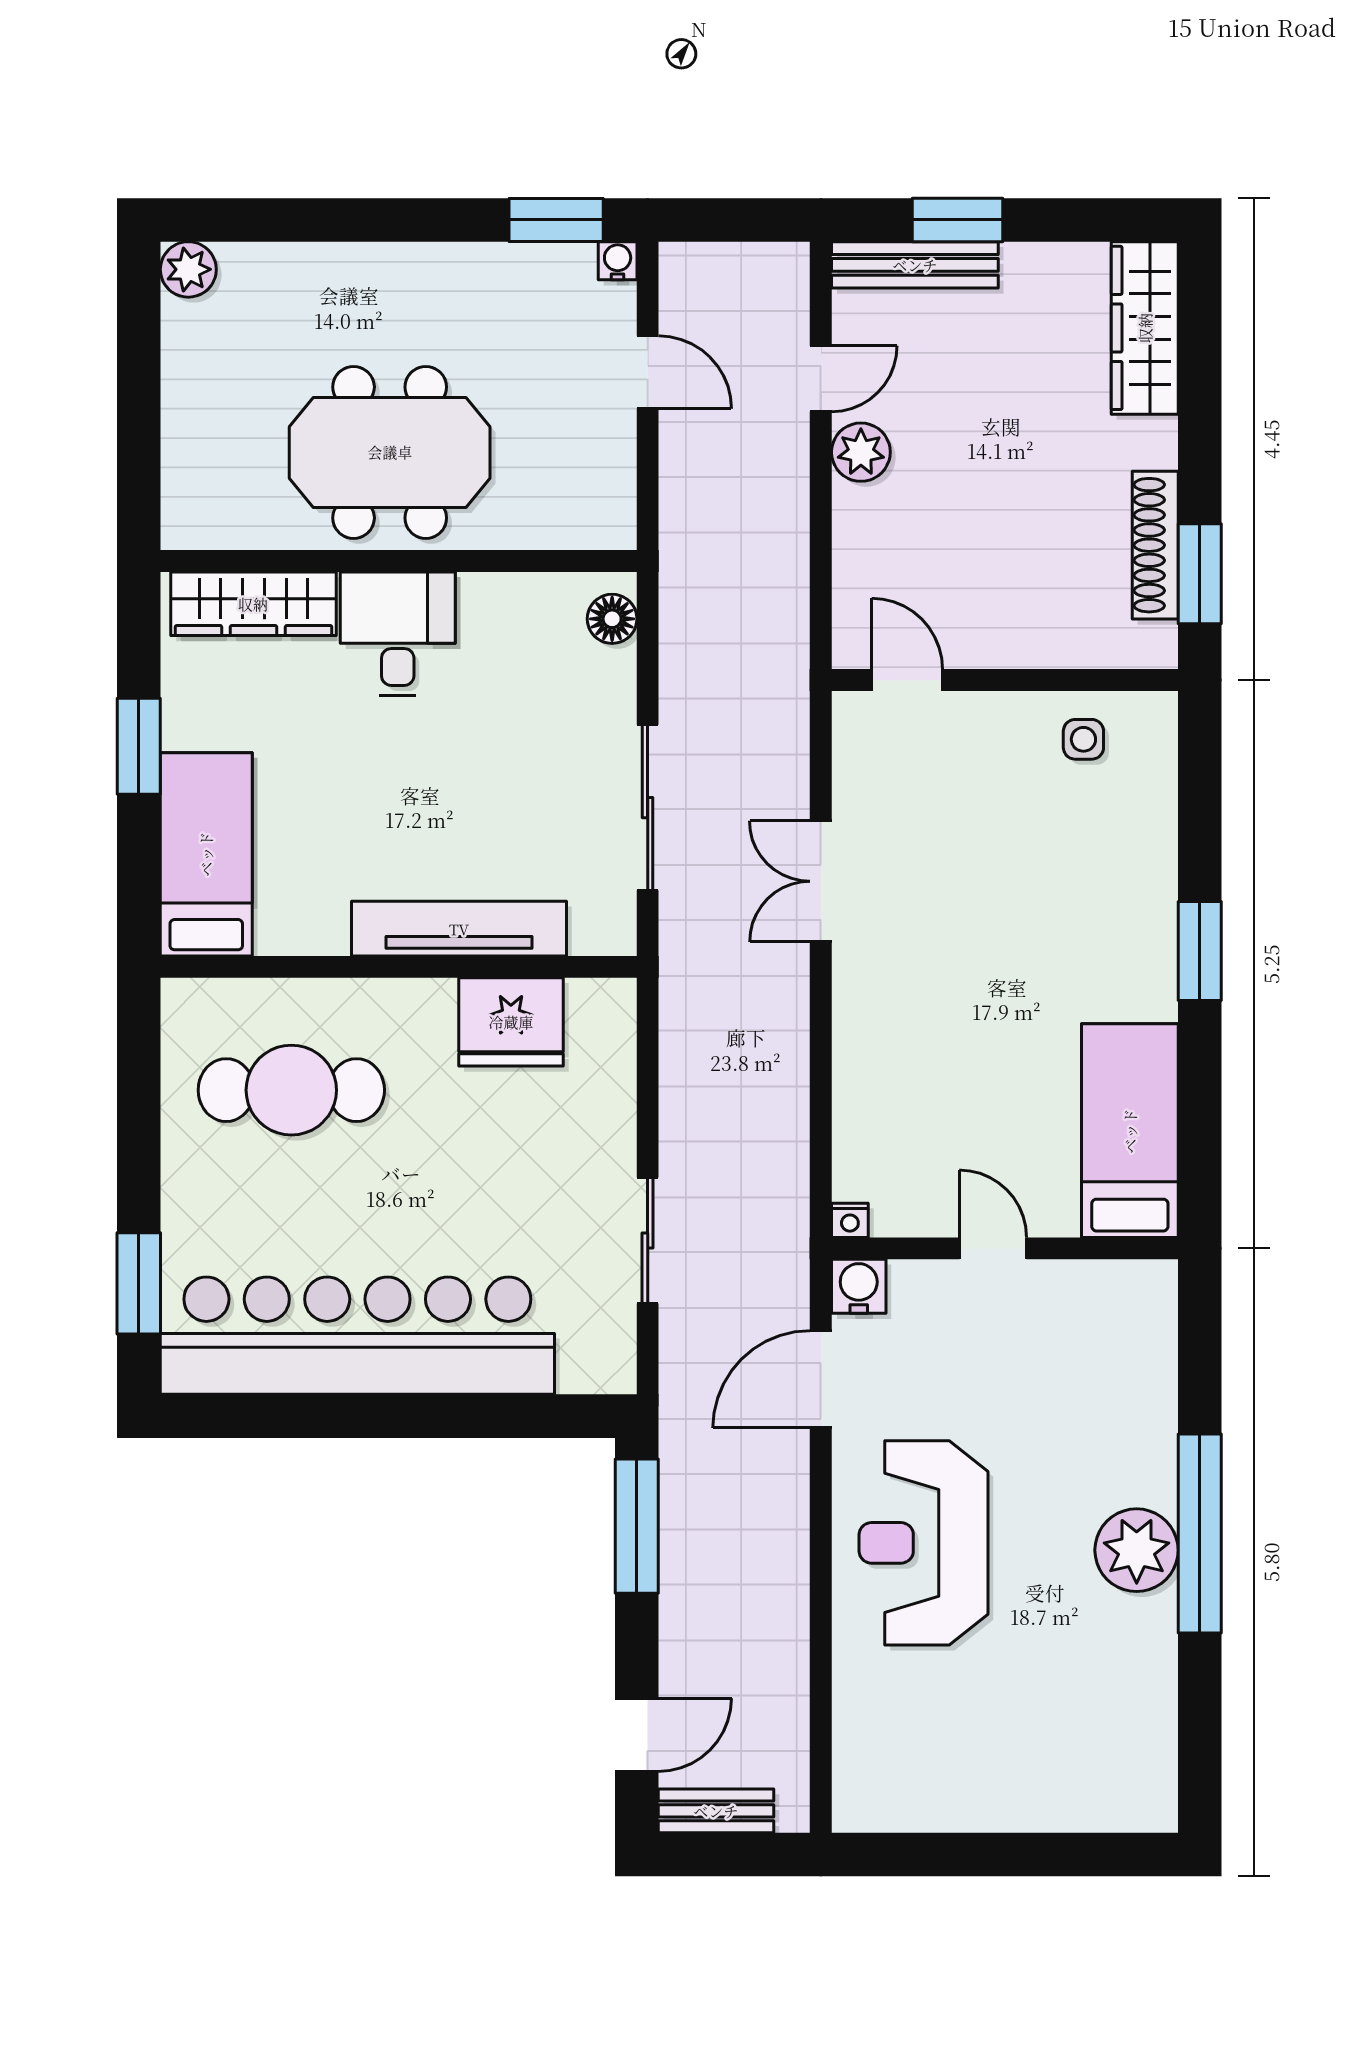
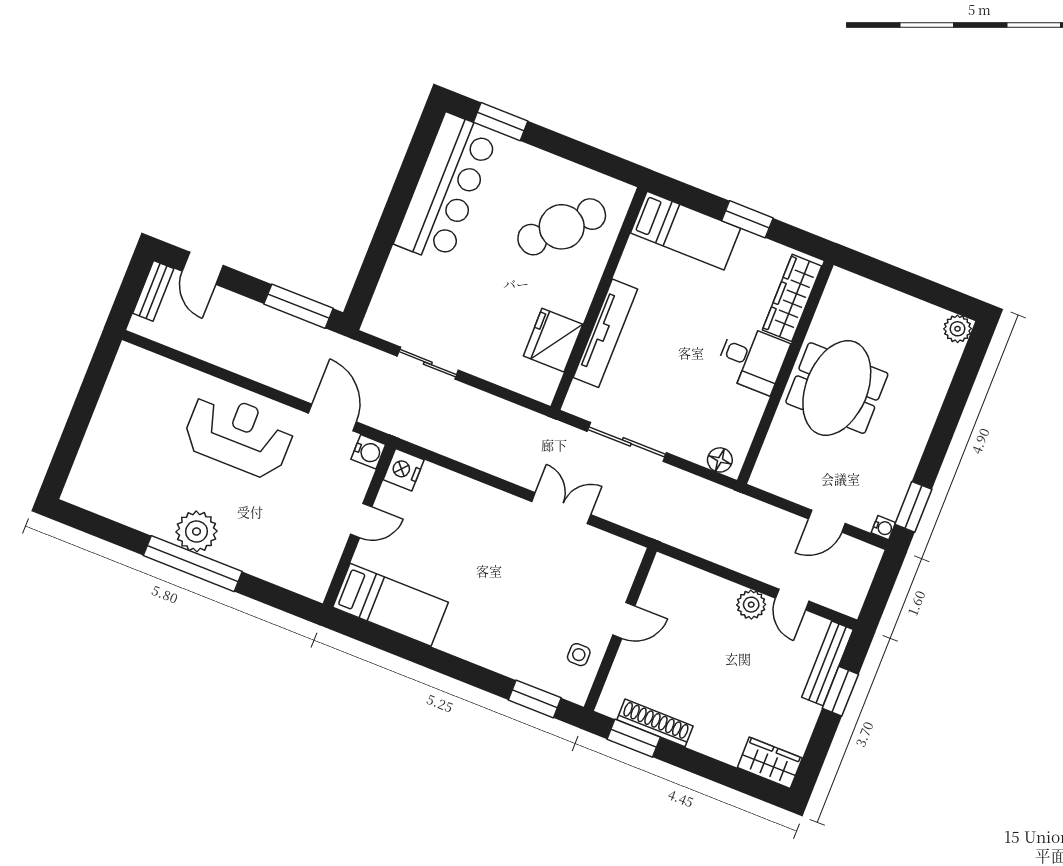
wardrobe: (1145, 328) -> (770, 763), width x0.67
door: (907, 680) -> (624, 620), moved
window: (1200, 951) -> (535, 699), moved
cafe table: (291, 1090) -> (562, 227), turned 45
nightstand: (850, 1220) -> (404, 470), width x1.89, depth x1.79
bar counter: (357, 1336) -> (446, 188), width x0.73

